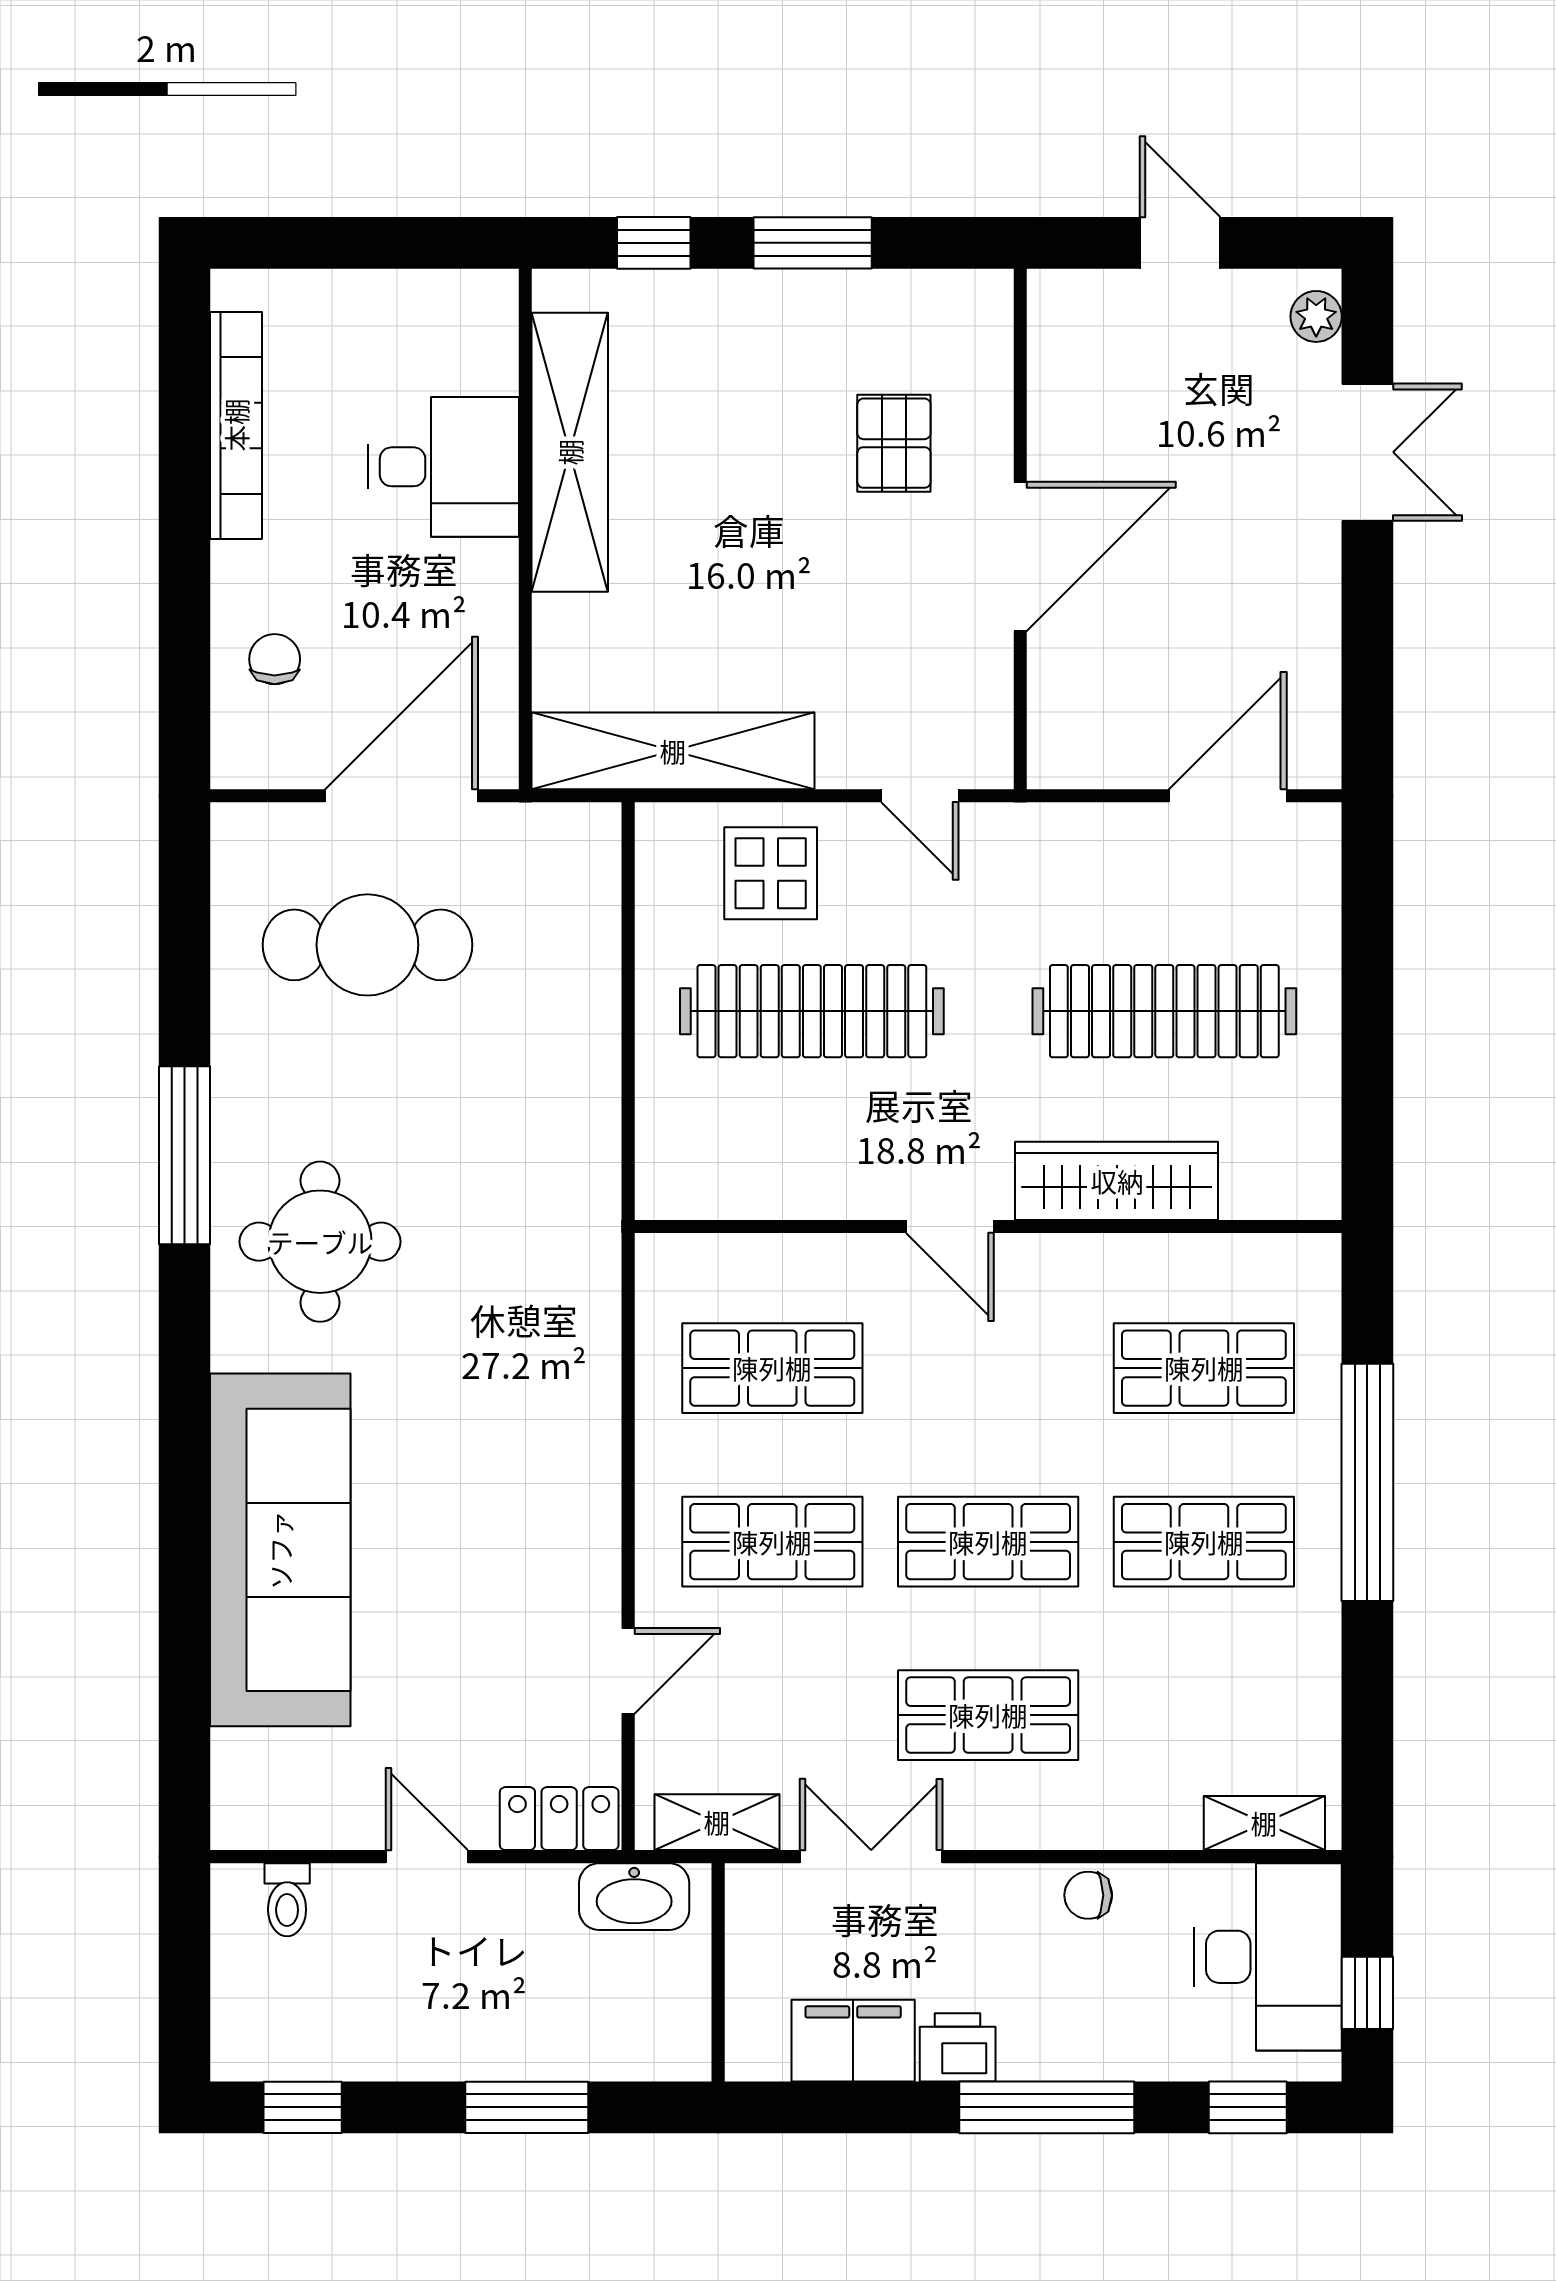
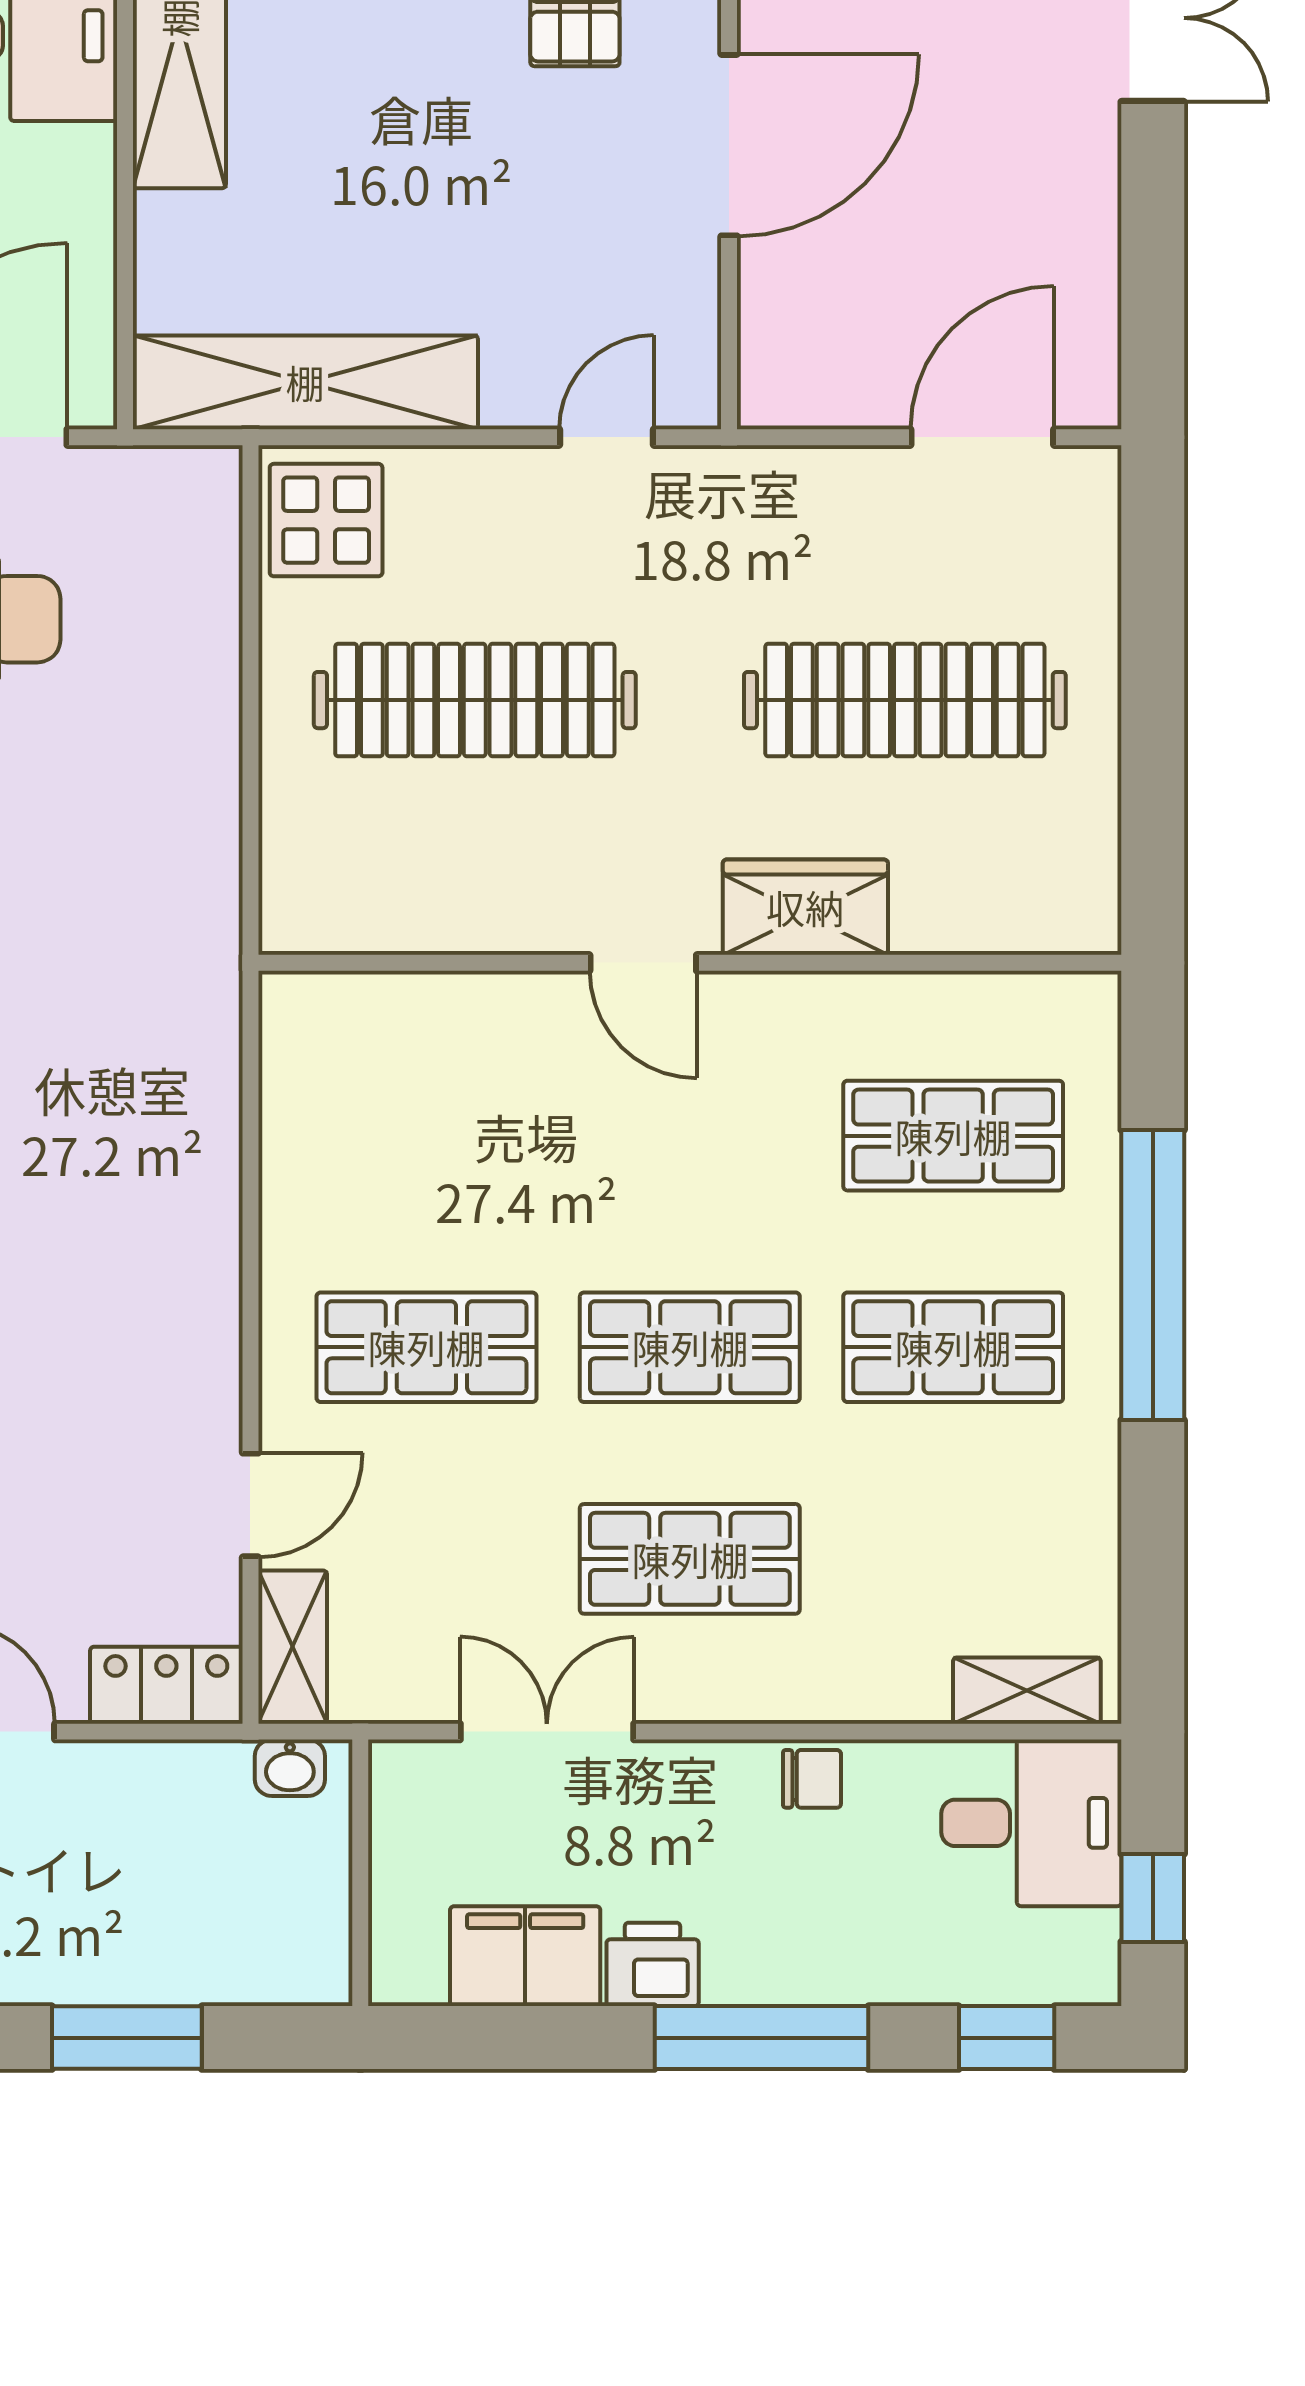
door: (920, 796) -> (607, 437), swing flipped
display table: (771, 873) -> (326, 520), moved
wardrobe: (1117, 1181) -> (805, 907), width x0.67
shop shelf: (772, 1368) -> (426, 1136), removed
shelving: (717, 1822) -> (293, 1647), moved, turned 90
chair: (1088, 1895) -> (812, 1779), turned 180
washbasin: (634, 1897) -> (290, 1768), width x0.52, depth x0.69
desk: (1268, 1957) -> (1031, 1823), width x0.73

